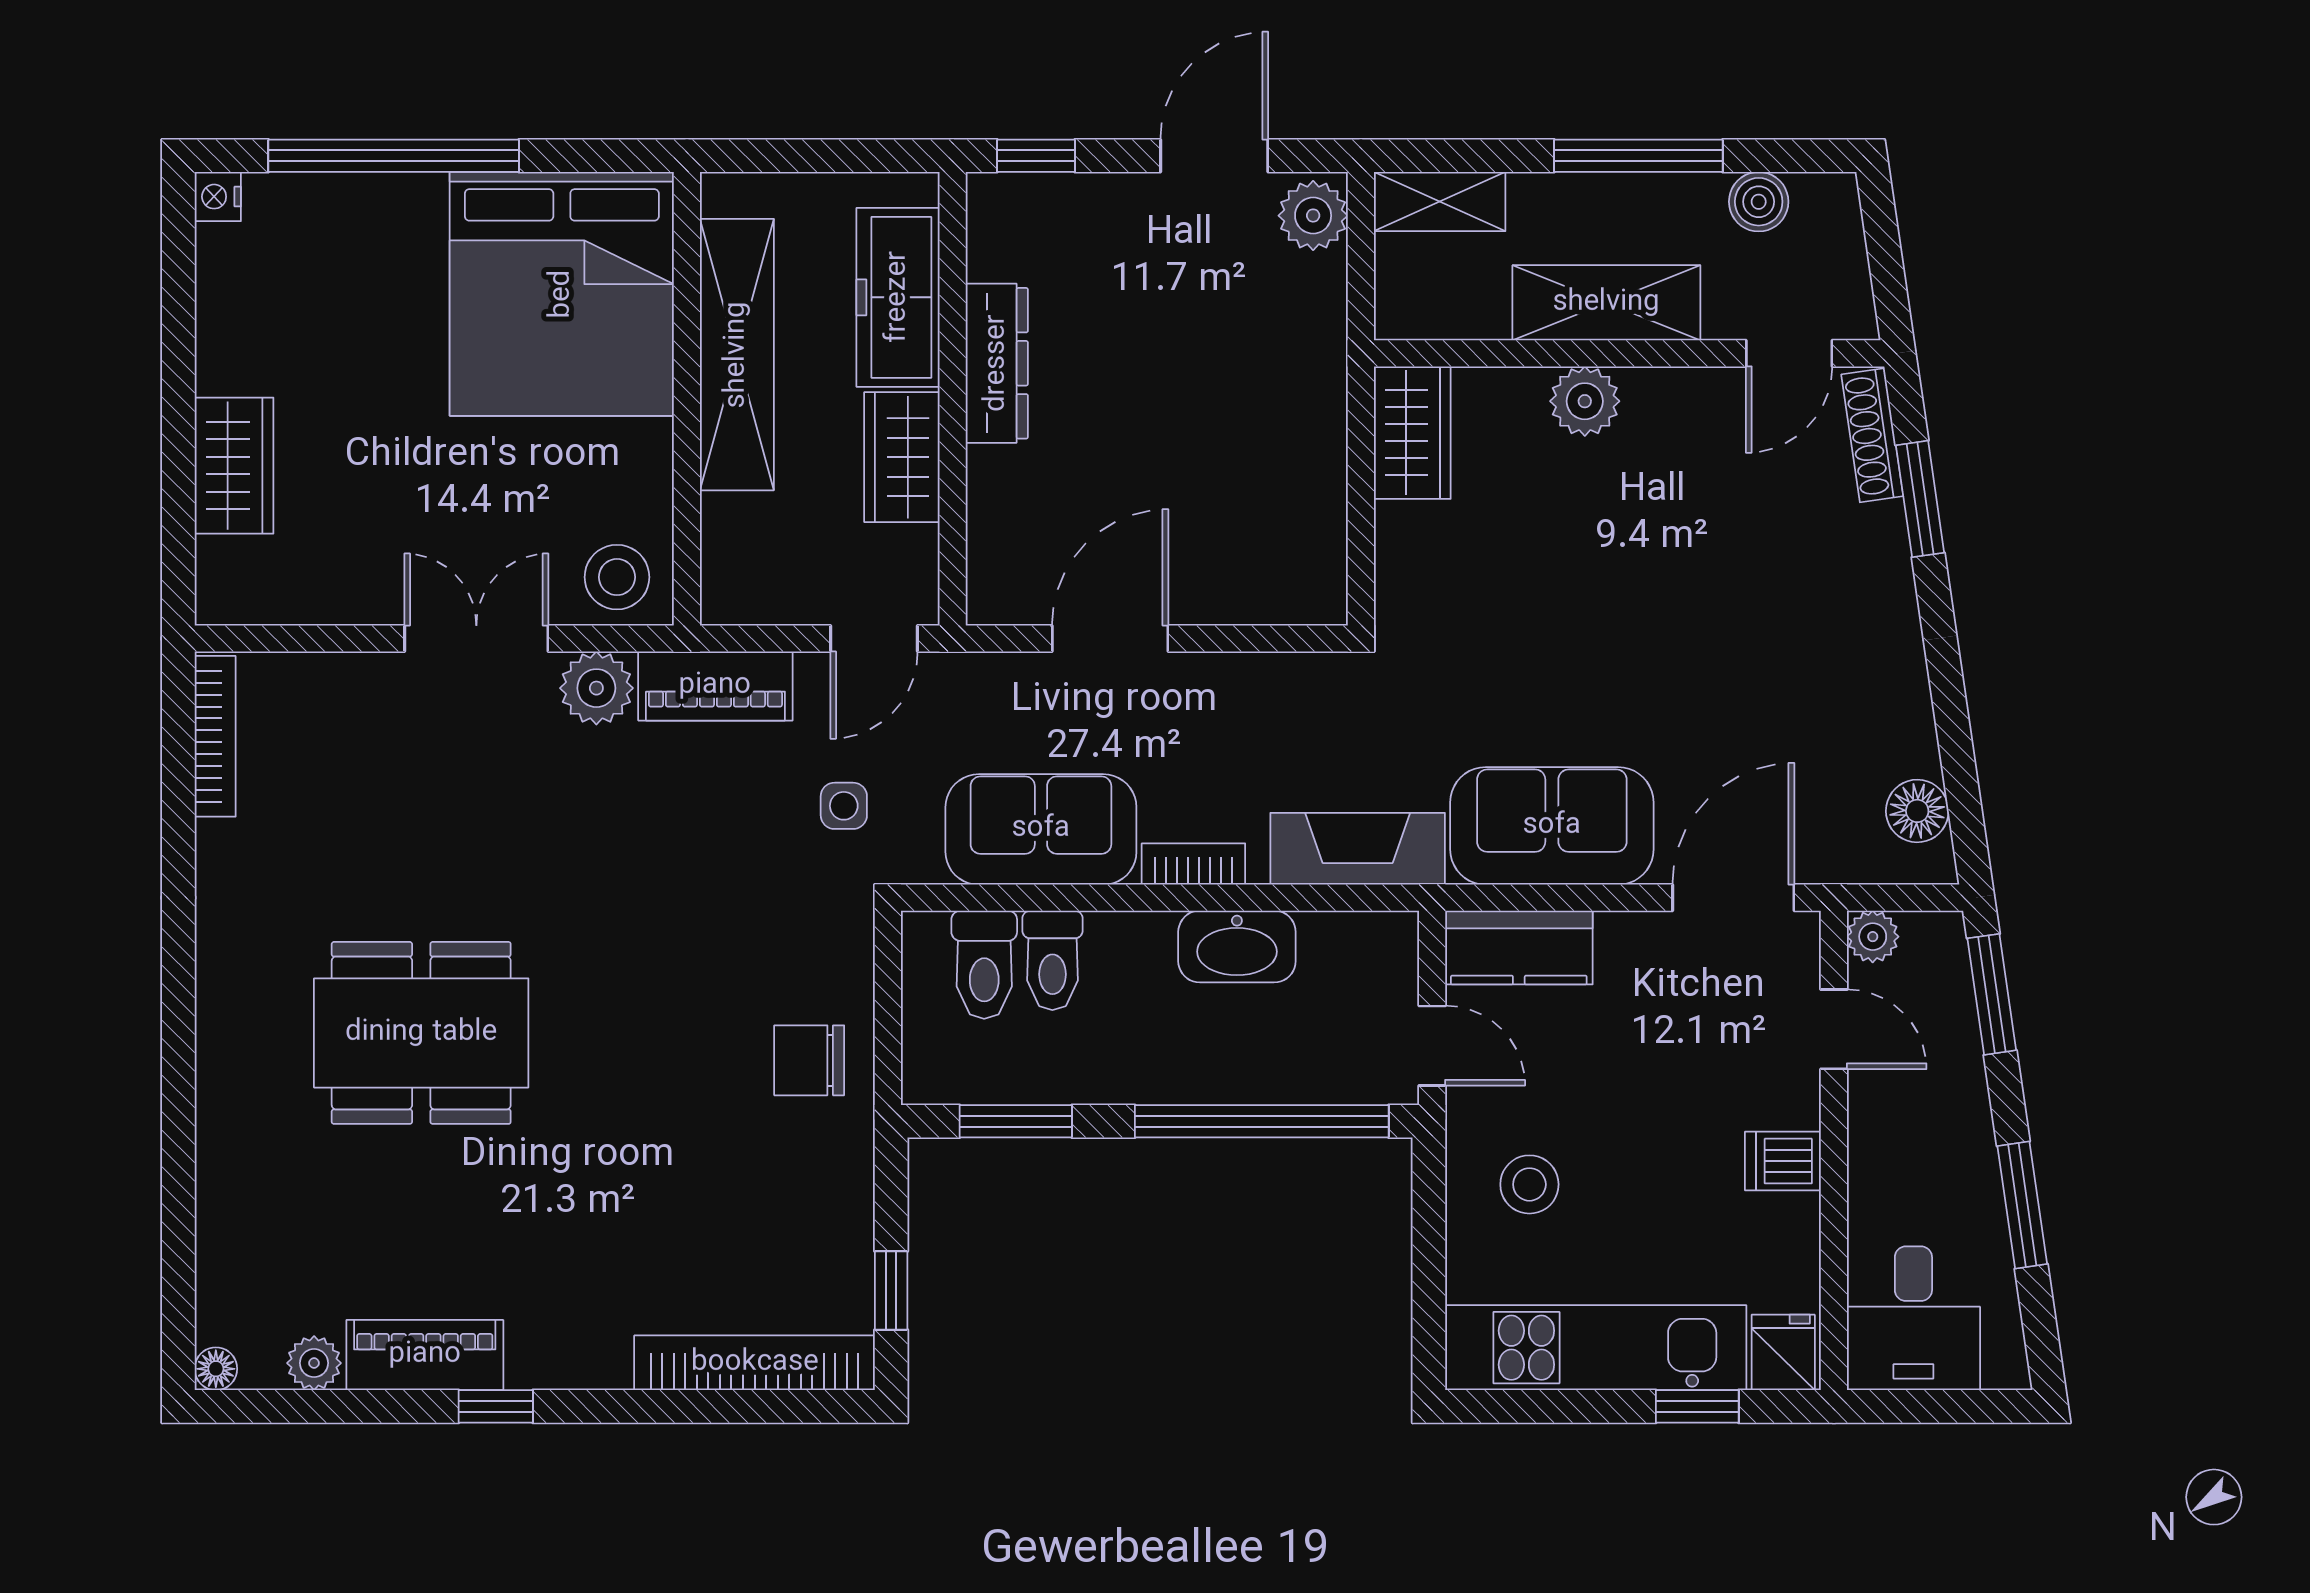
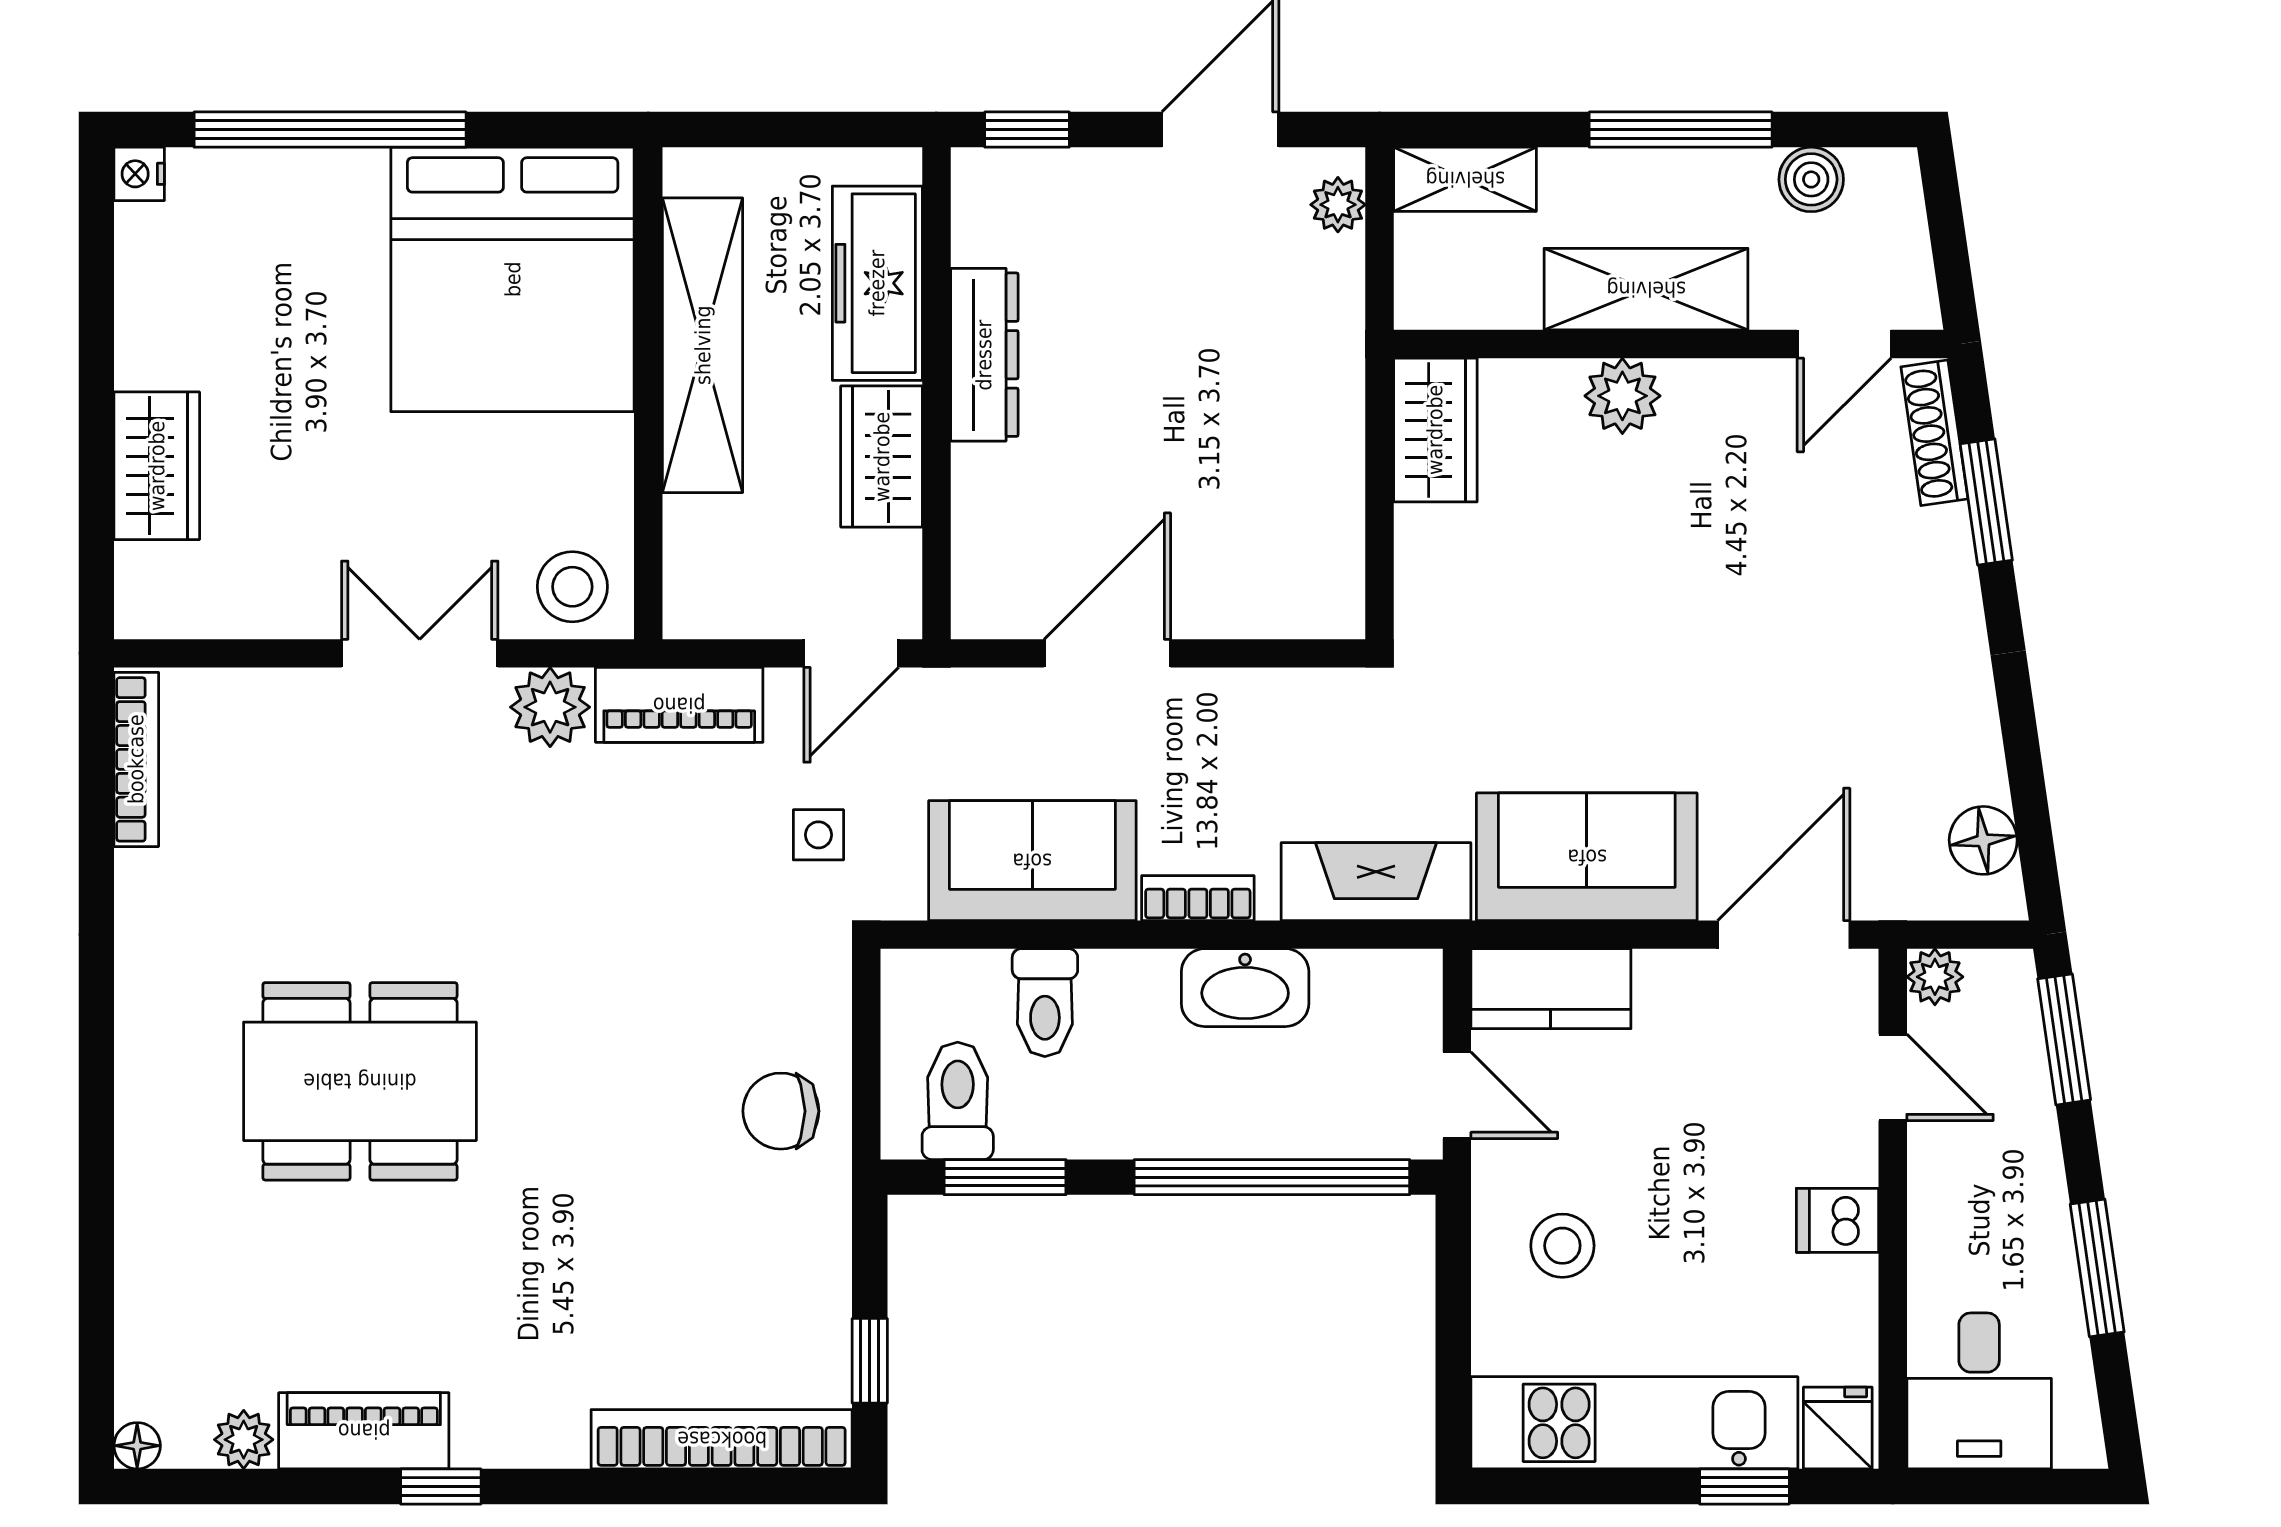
plant: (1313, 216) -> (1338, 205), width x0.73, depth x0.73
toilet: (984, 965) -> (958, 1101), moved, turned 180

